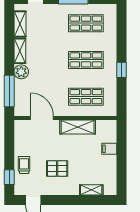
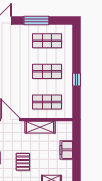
filing cabinet: (109, 149) -> (66, 150), width x2.00
pallet: (57, 168) -> (23, 162), turned 90

